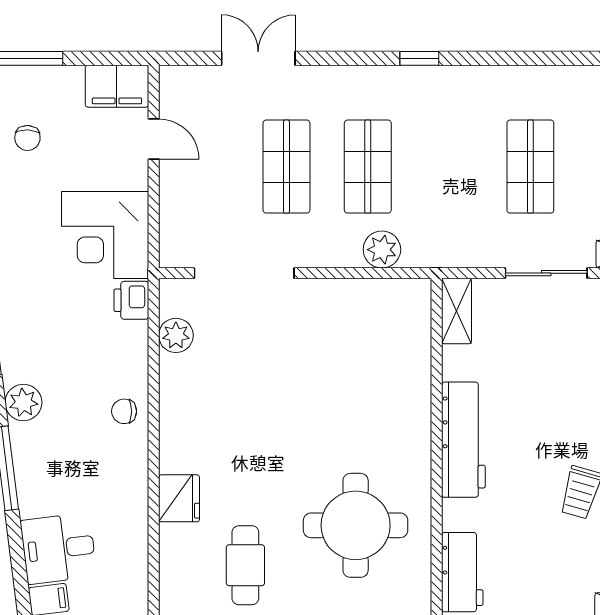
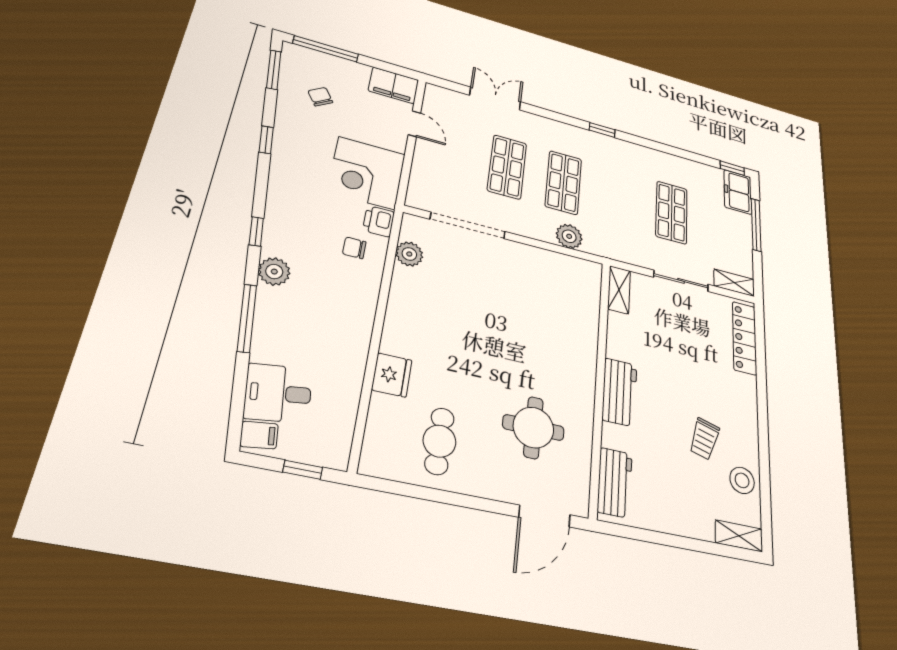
chair: (27, 138) -> (320, 97), turned 145
chair: (124, 411) -> (354, 248), moved
workbench: (463, 440) -> (620, 392), width x0.73
round table: (356, 525) -> (533, 428), width x0.73, depth x0.73

